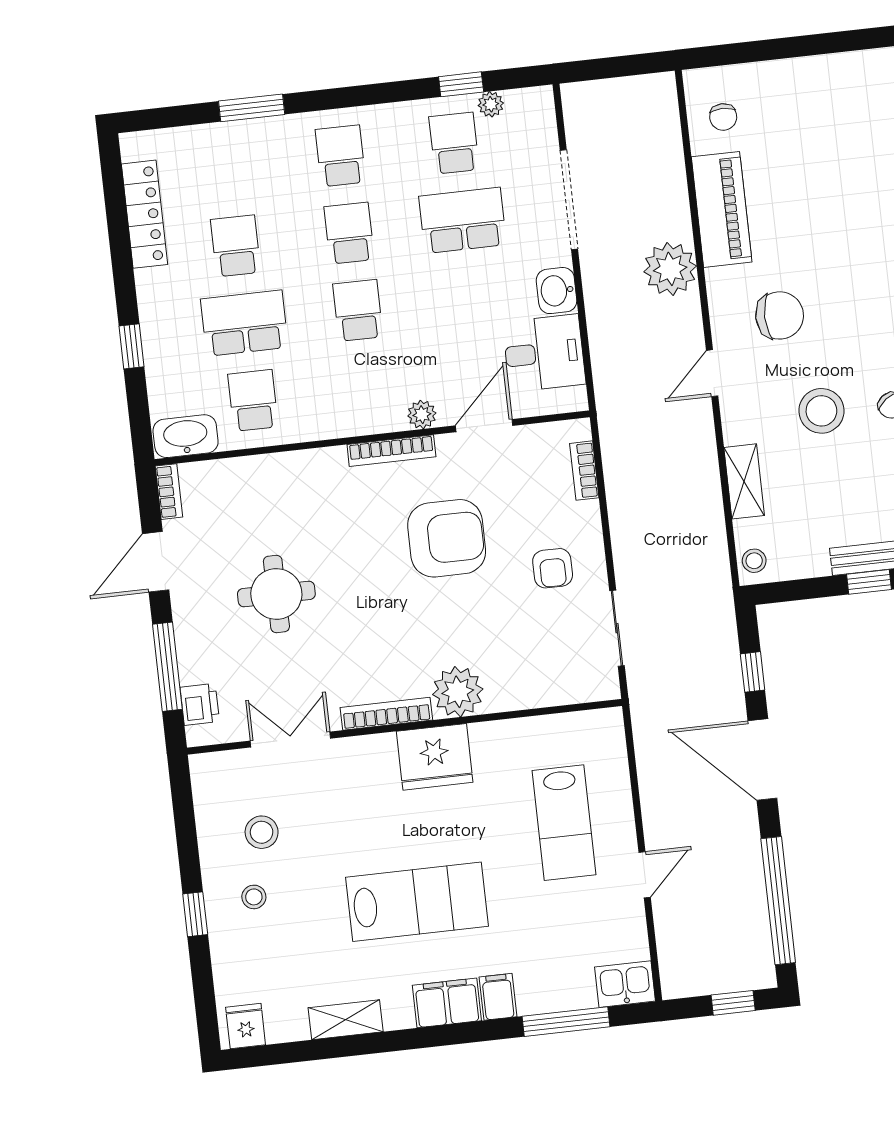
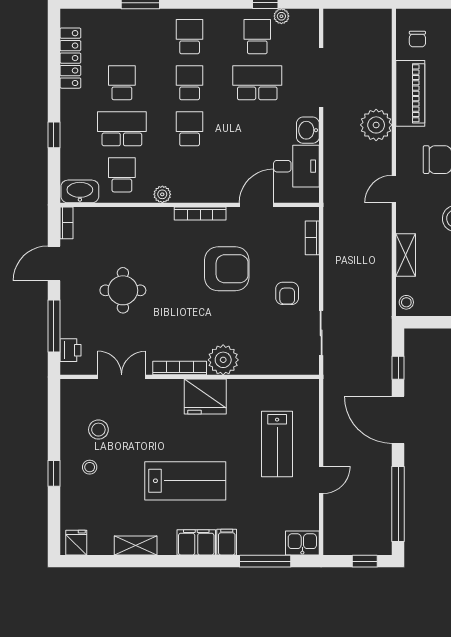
plant: (422, 415) -> (162, 194), moved

